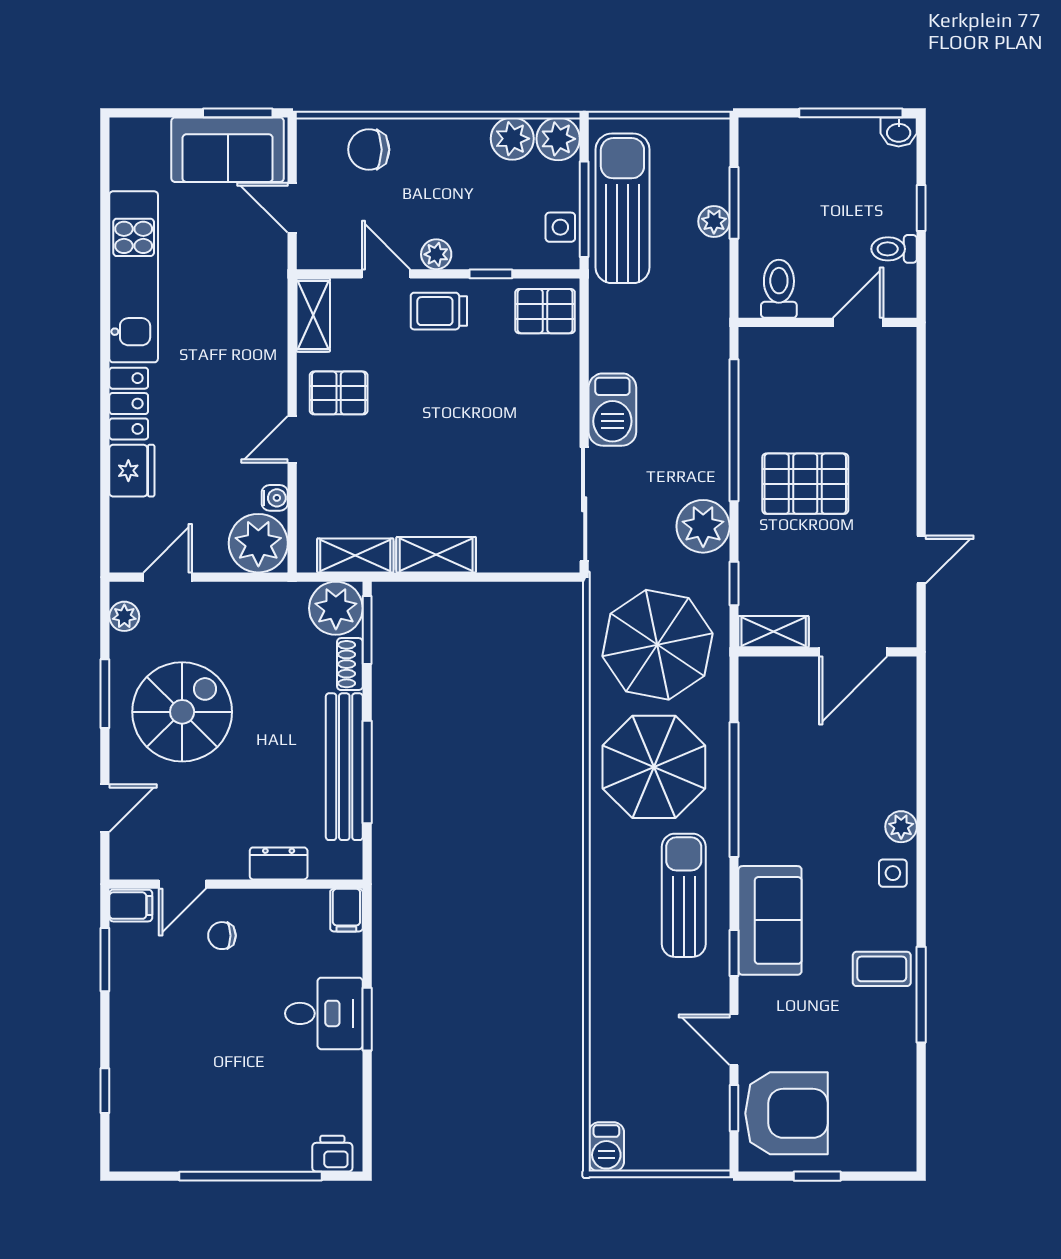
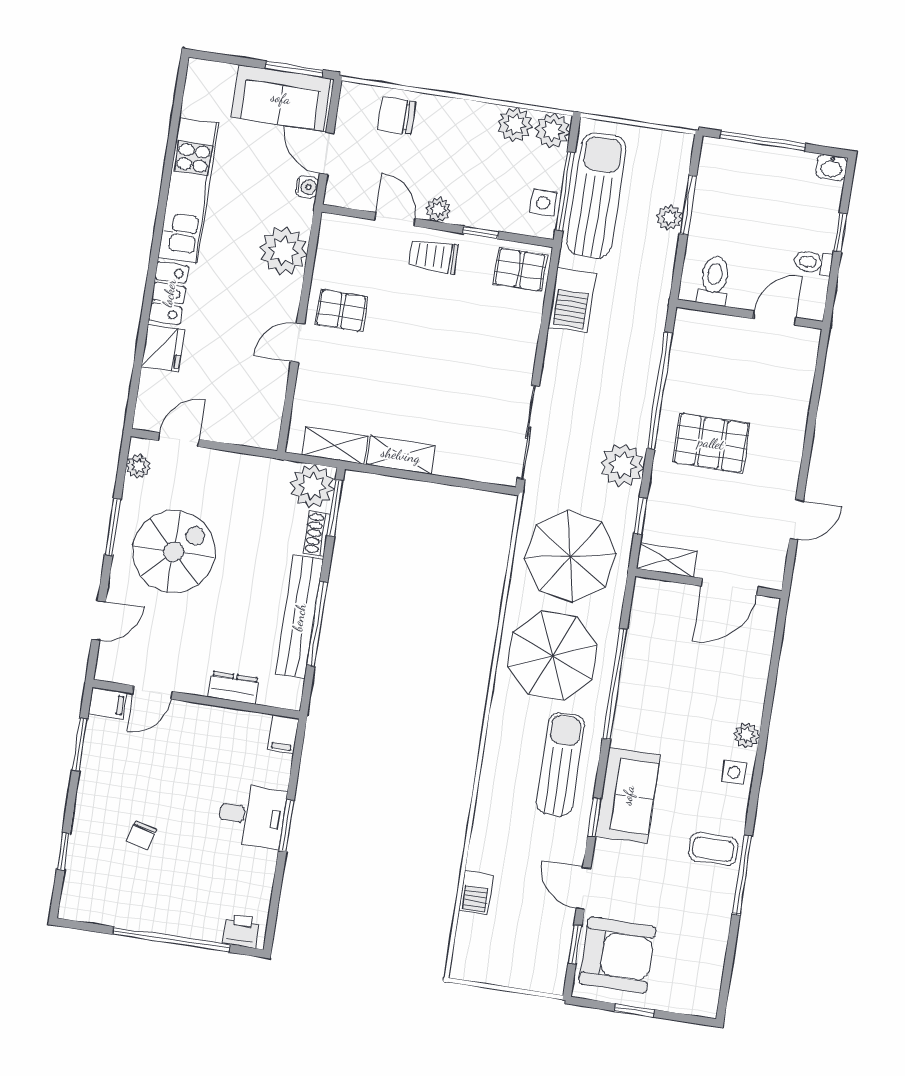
window: (851, 113) -> (763, 141), moved
shelving: (313, 315) -> (330, 244), removed
barbecue: (612, 410) -> (572, 300), moved
water cooler: (275, 498) -> (307, 187), moved
plant: (258, 543) -> (283, 251), moved
chair: (222, 936) -> (142, 835), moved, turned -76
barbecue: (606, 1147) -> (476, 893), moved

